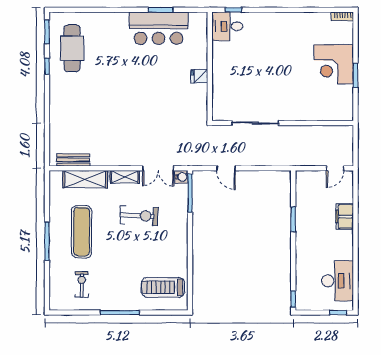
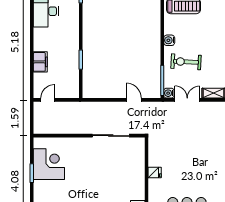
corner desk: (334, 64) -> (49, 164), moved
exercise bike: (139, 216) -> (186, 62), moved
water cooler: (181, 244) -> (169, 40), added

